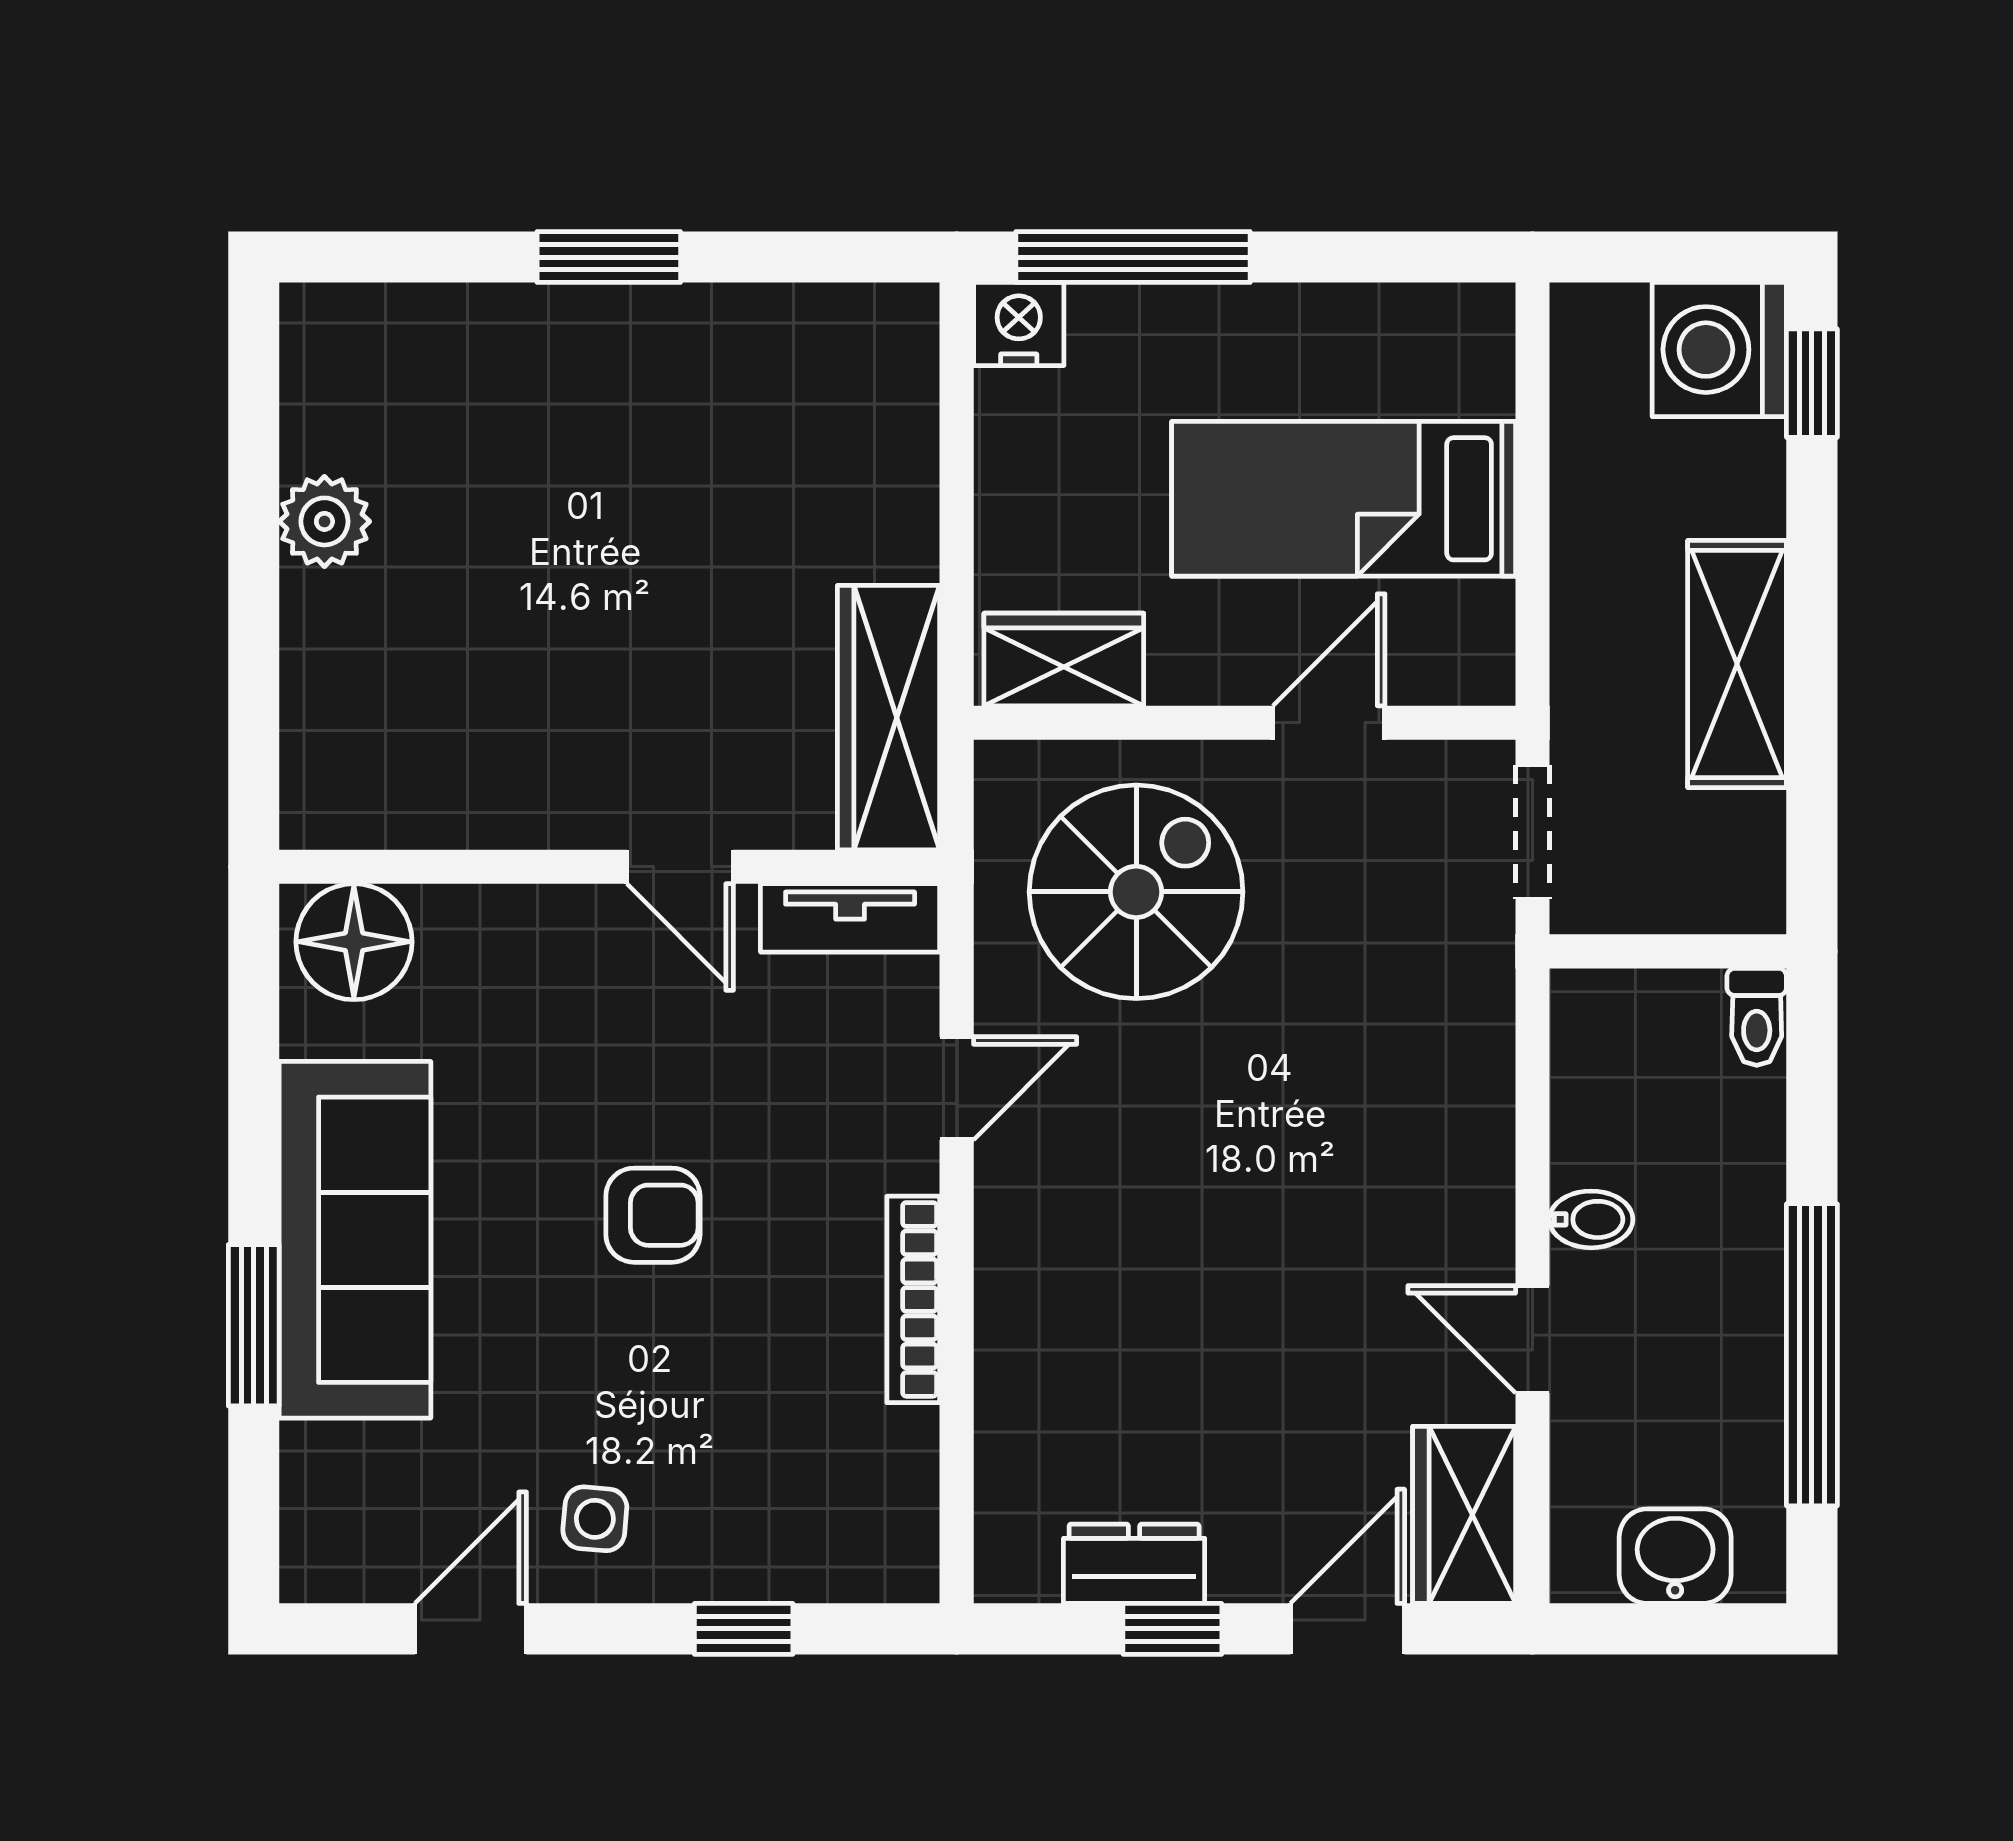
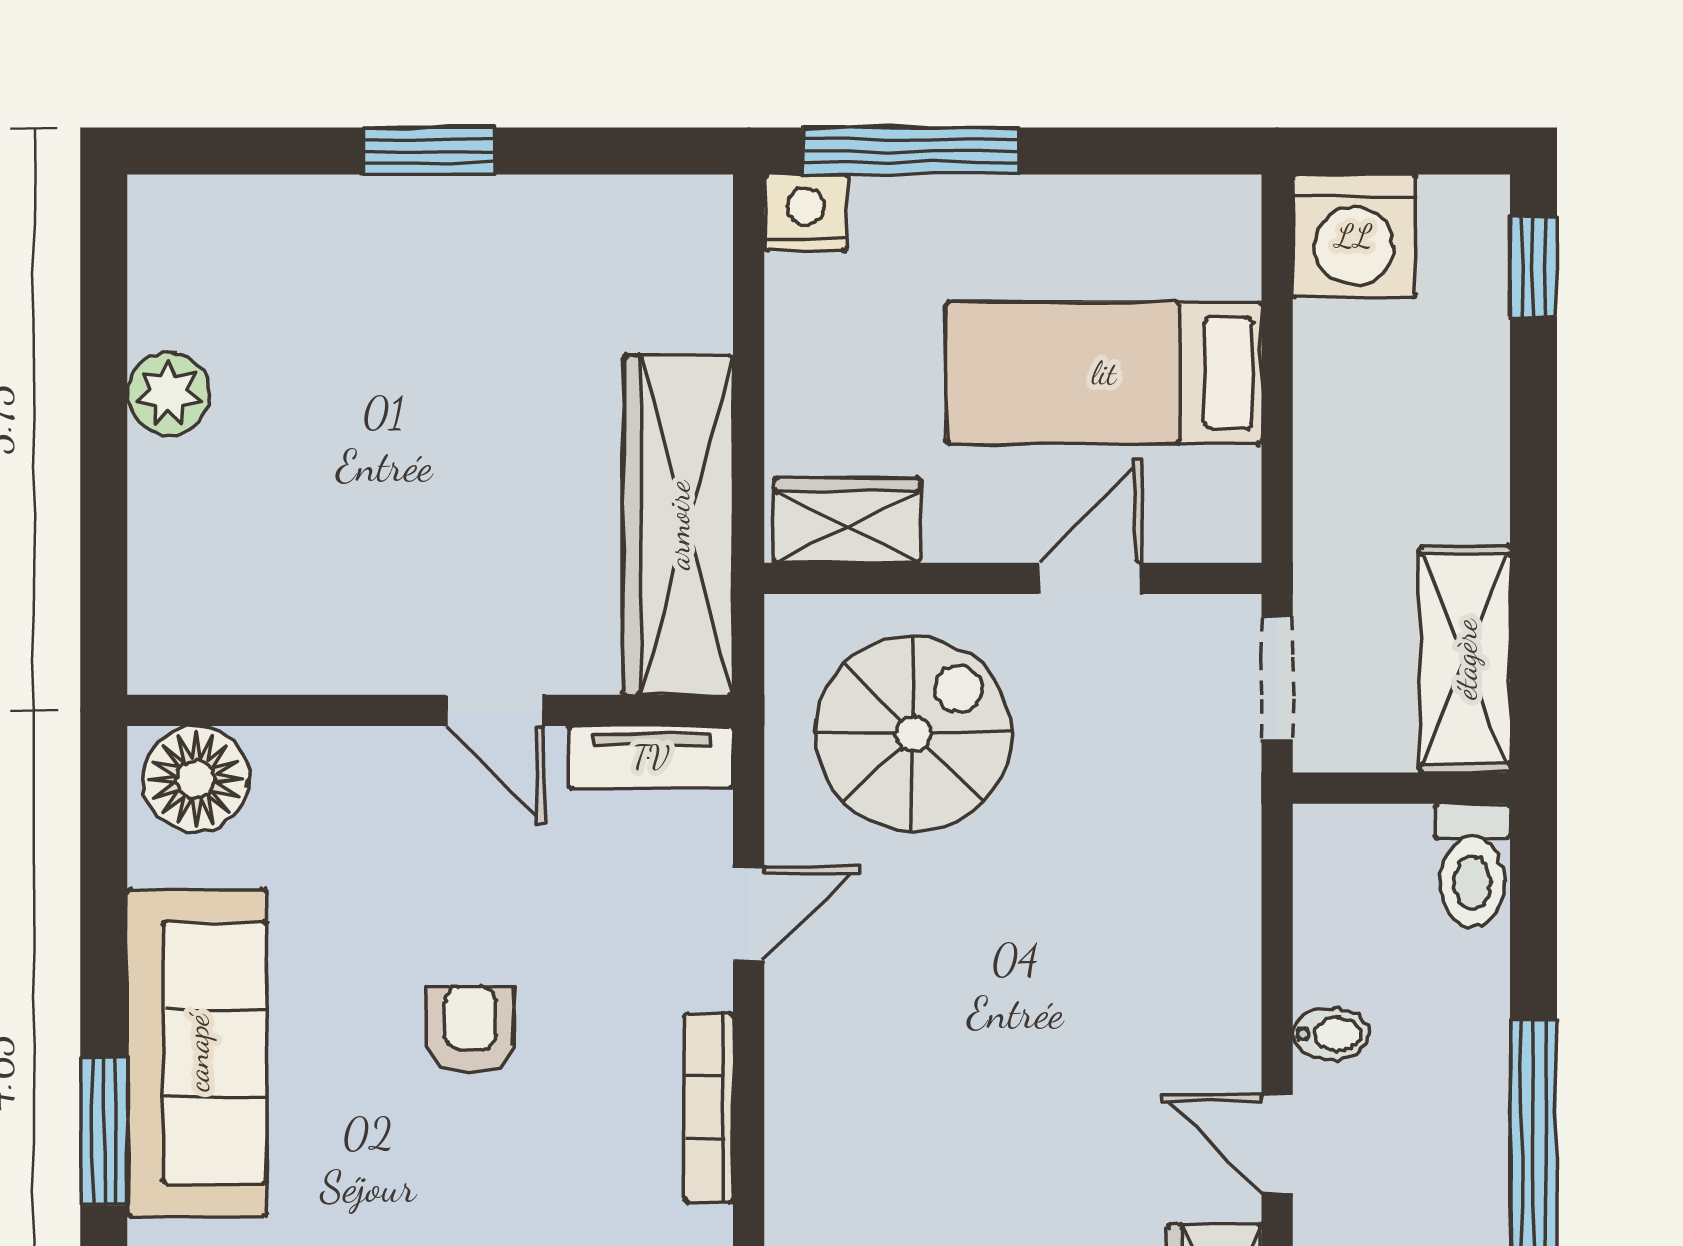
washing machine: (1719, 350) -> (1354, 236), moved, turned -90
shelving: (1737, 664) -> (1465, 659), moved
wardrobe: (889, 718) -> (678, 525), width x1.40, depth x1.17
toilet: (1757, 1017) -> (1473, 865), width x1.37, depth x1.39
armchair: (653, 1215) -> (470, 1030), turned -90

